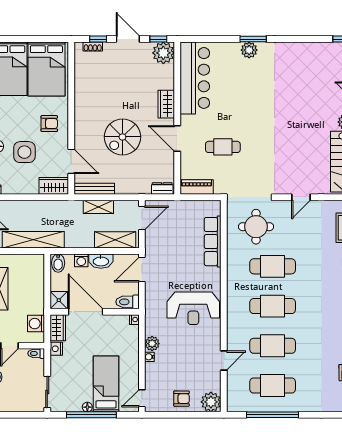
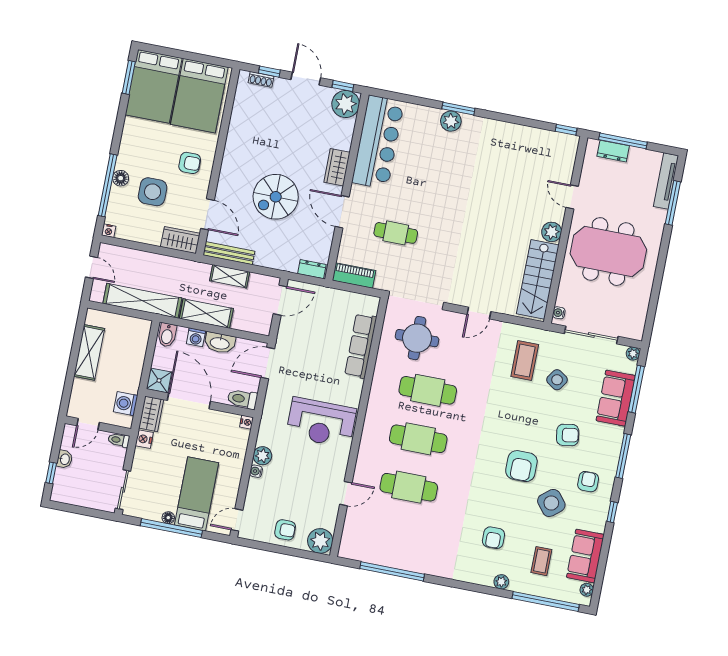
shelving: (115, 240) -> (206, 313), moved
cafe table: (273, 386) -> (399, 536), removed

